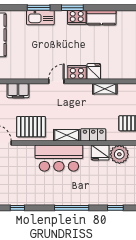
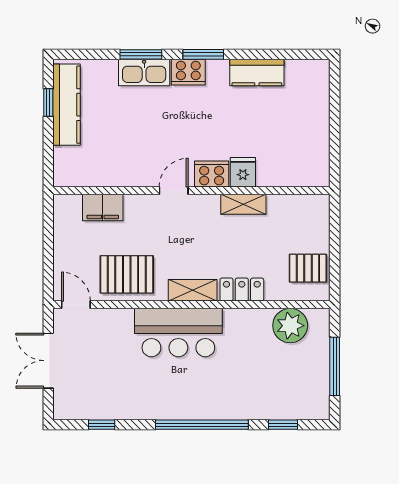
cooker: (77, 17) -> (188, 72), moved
shelving: (105, 89) -> (243, 204), moved
fridge: (100, 153) -> (255, 322), removed
window: (72, 208) -> (202, 425), width x1.46

